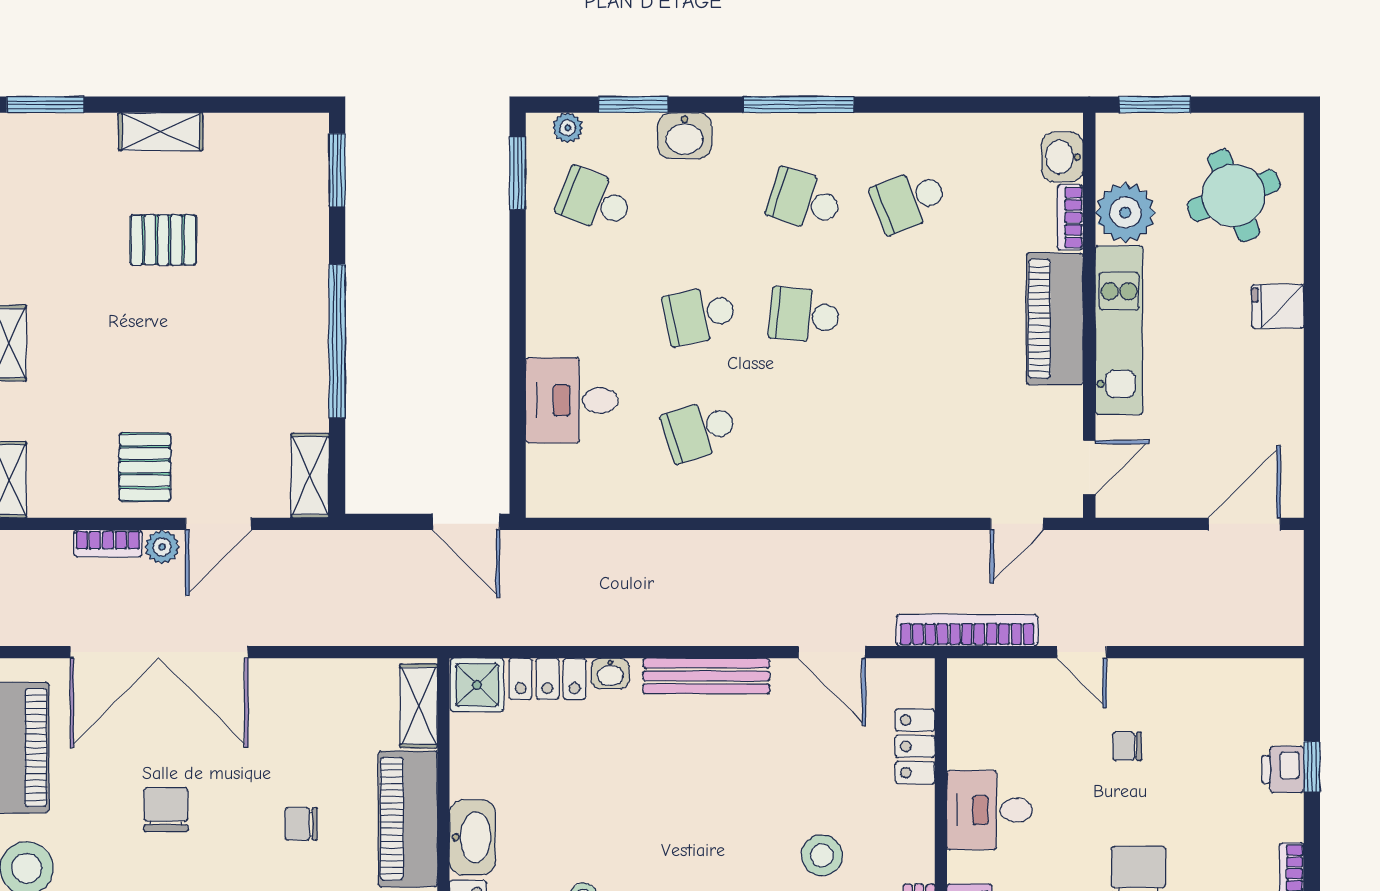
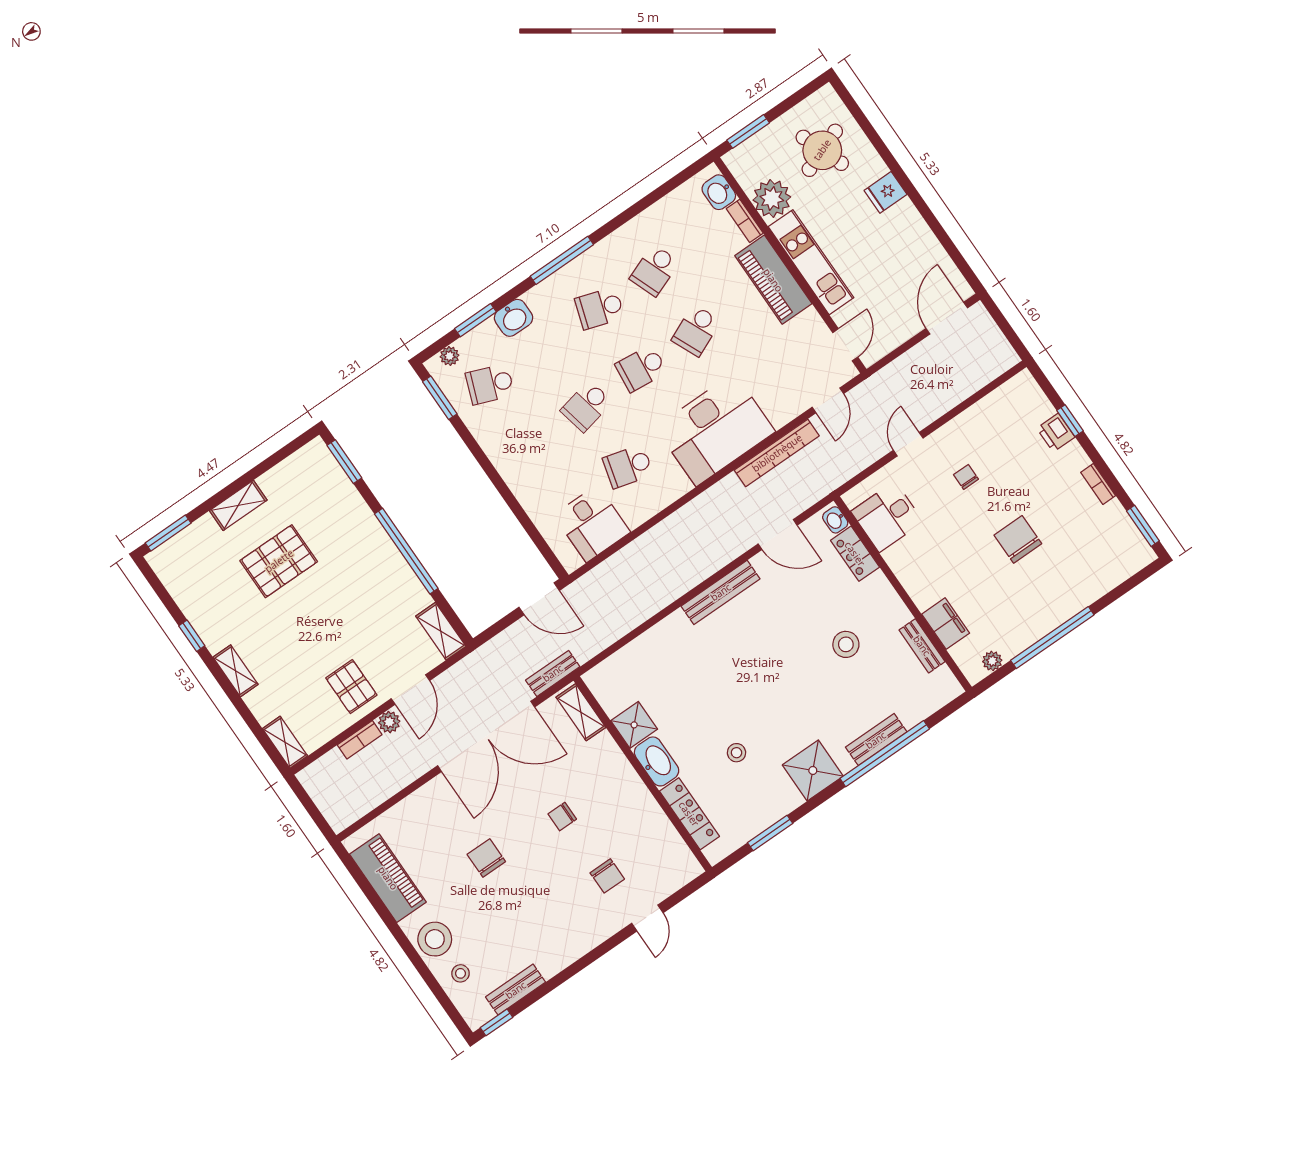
pallet: (163, 240) -> (279, 561), width x1.50, depth x1.42
school desk: (909, 315) -> (696, 330), added
desk: (572, 400) -> (592, 524), moved, turned -90
school desk: (700, 430) -> (628, 466), turned 33
desk: (845, 461) -> (715, 429), added
bench: (417, 630) -> (553, 673), added
bookcase: (967, 630) -> (777, 453), moved, turned 180
double door: (159, 652) -> (486, 736), moved
door: (1082, 652) -> (908, 444), swing flipped
washbasin: (610, 673) -> (835, 520), moved, turned 90
locker: (548, 679) -> (639, 651), removed
shower: (477, 685) -> (634, 725), moved
chair: (1127, 746) -> (966, 477), turned 90
desk: (990, 810) -> (887, 517), moved
piano: (408, 819) -> (616, 775), removed

